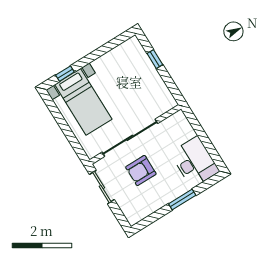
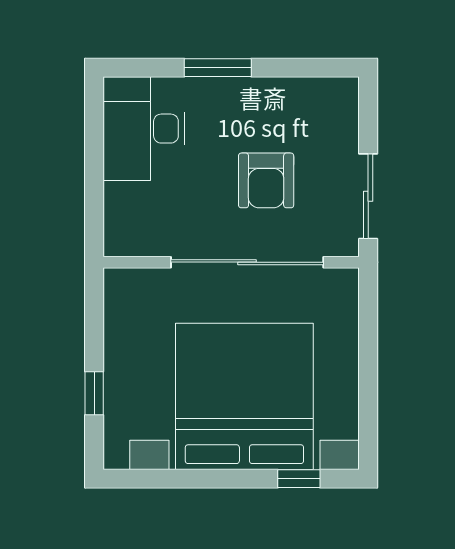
bed with nightstands: (83, 102) -> (244, 396), width x1.85
armchair: (141, 171) -> (266, 180), turned 90

